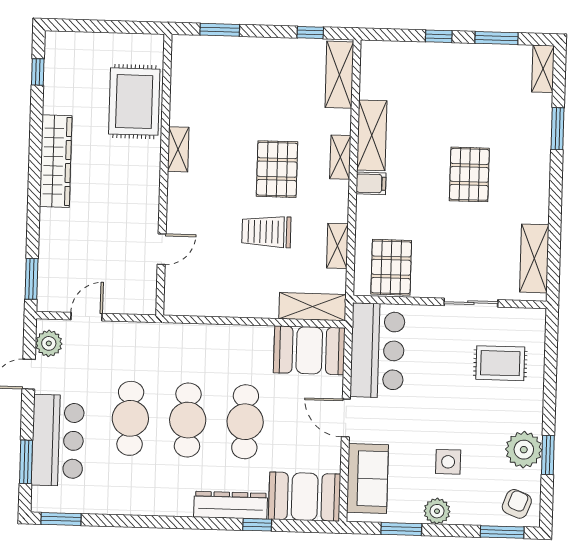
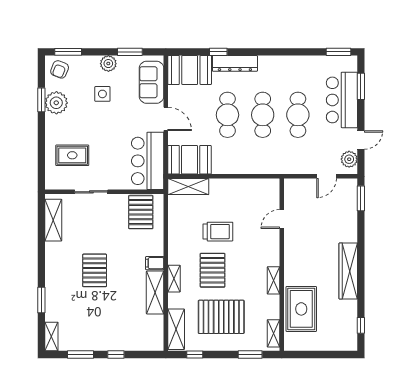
pallet: (265, 92) -> (221, 317), added
shelving: (337, 246) -> (273, 333), moved

